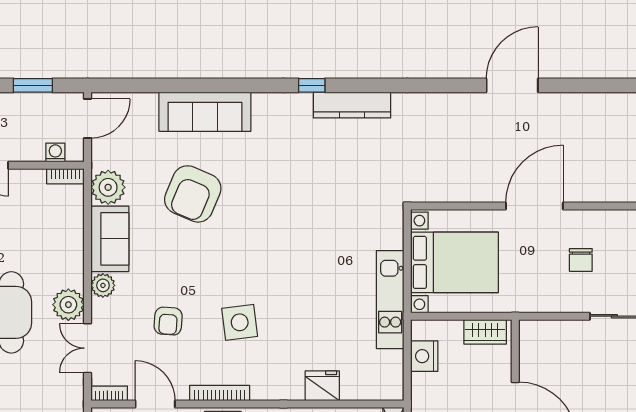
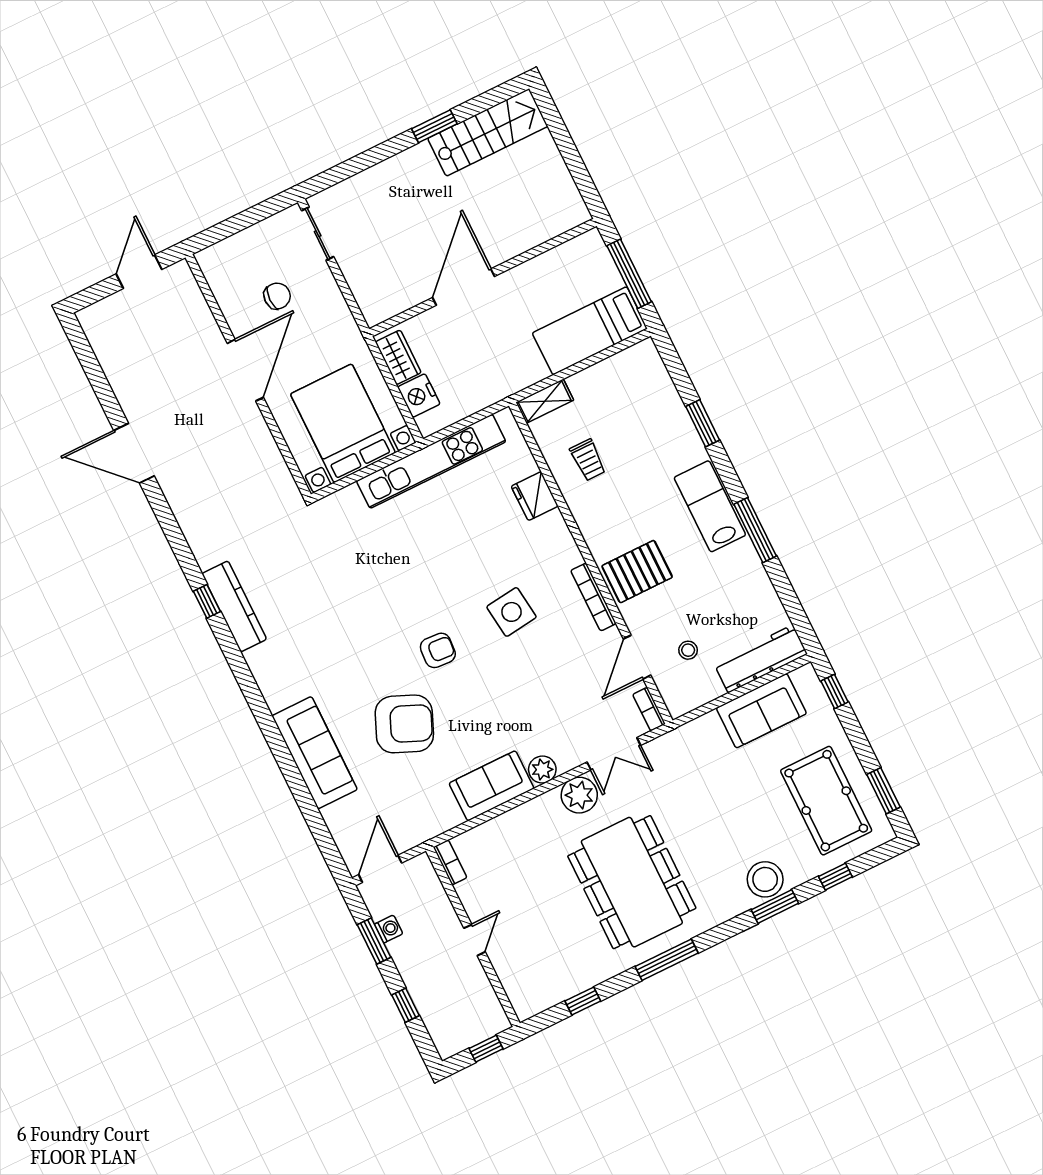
window: (312, 85) -> (207, 601), moved
door: (88, 118) -> (380, 869), hinge flipped
washing machine: (55, 152) -> (389, 929), moved, turned 180
plant: (108, 187) -> (440, 813), removed
door: (534, 206) -> (245, 370), swing flipped
kitchen unit: (390, 300) -> (431, 461), width x1.36
armchair: (168, 321) -> (438, 650), moved
nightstand: (424, 356) -> (419, 396), moved, turned 90

